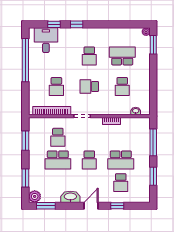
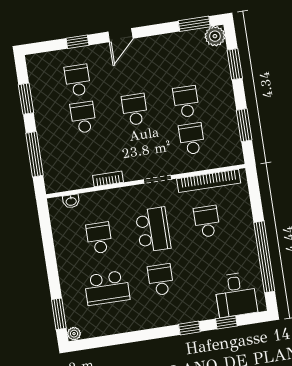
school desk: (89, 87) -> (153, 230), width x1.85
school desk: (58, 160) -> (186, 102), width x0.54
school desk: (121, 160) -> (83, 117), width x0.54
washbasin: (70, 197) -> (156, 45), removed

